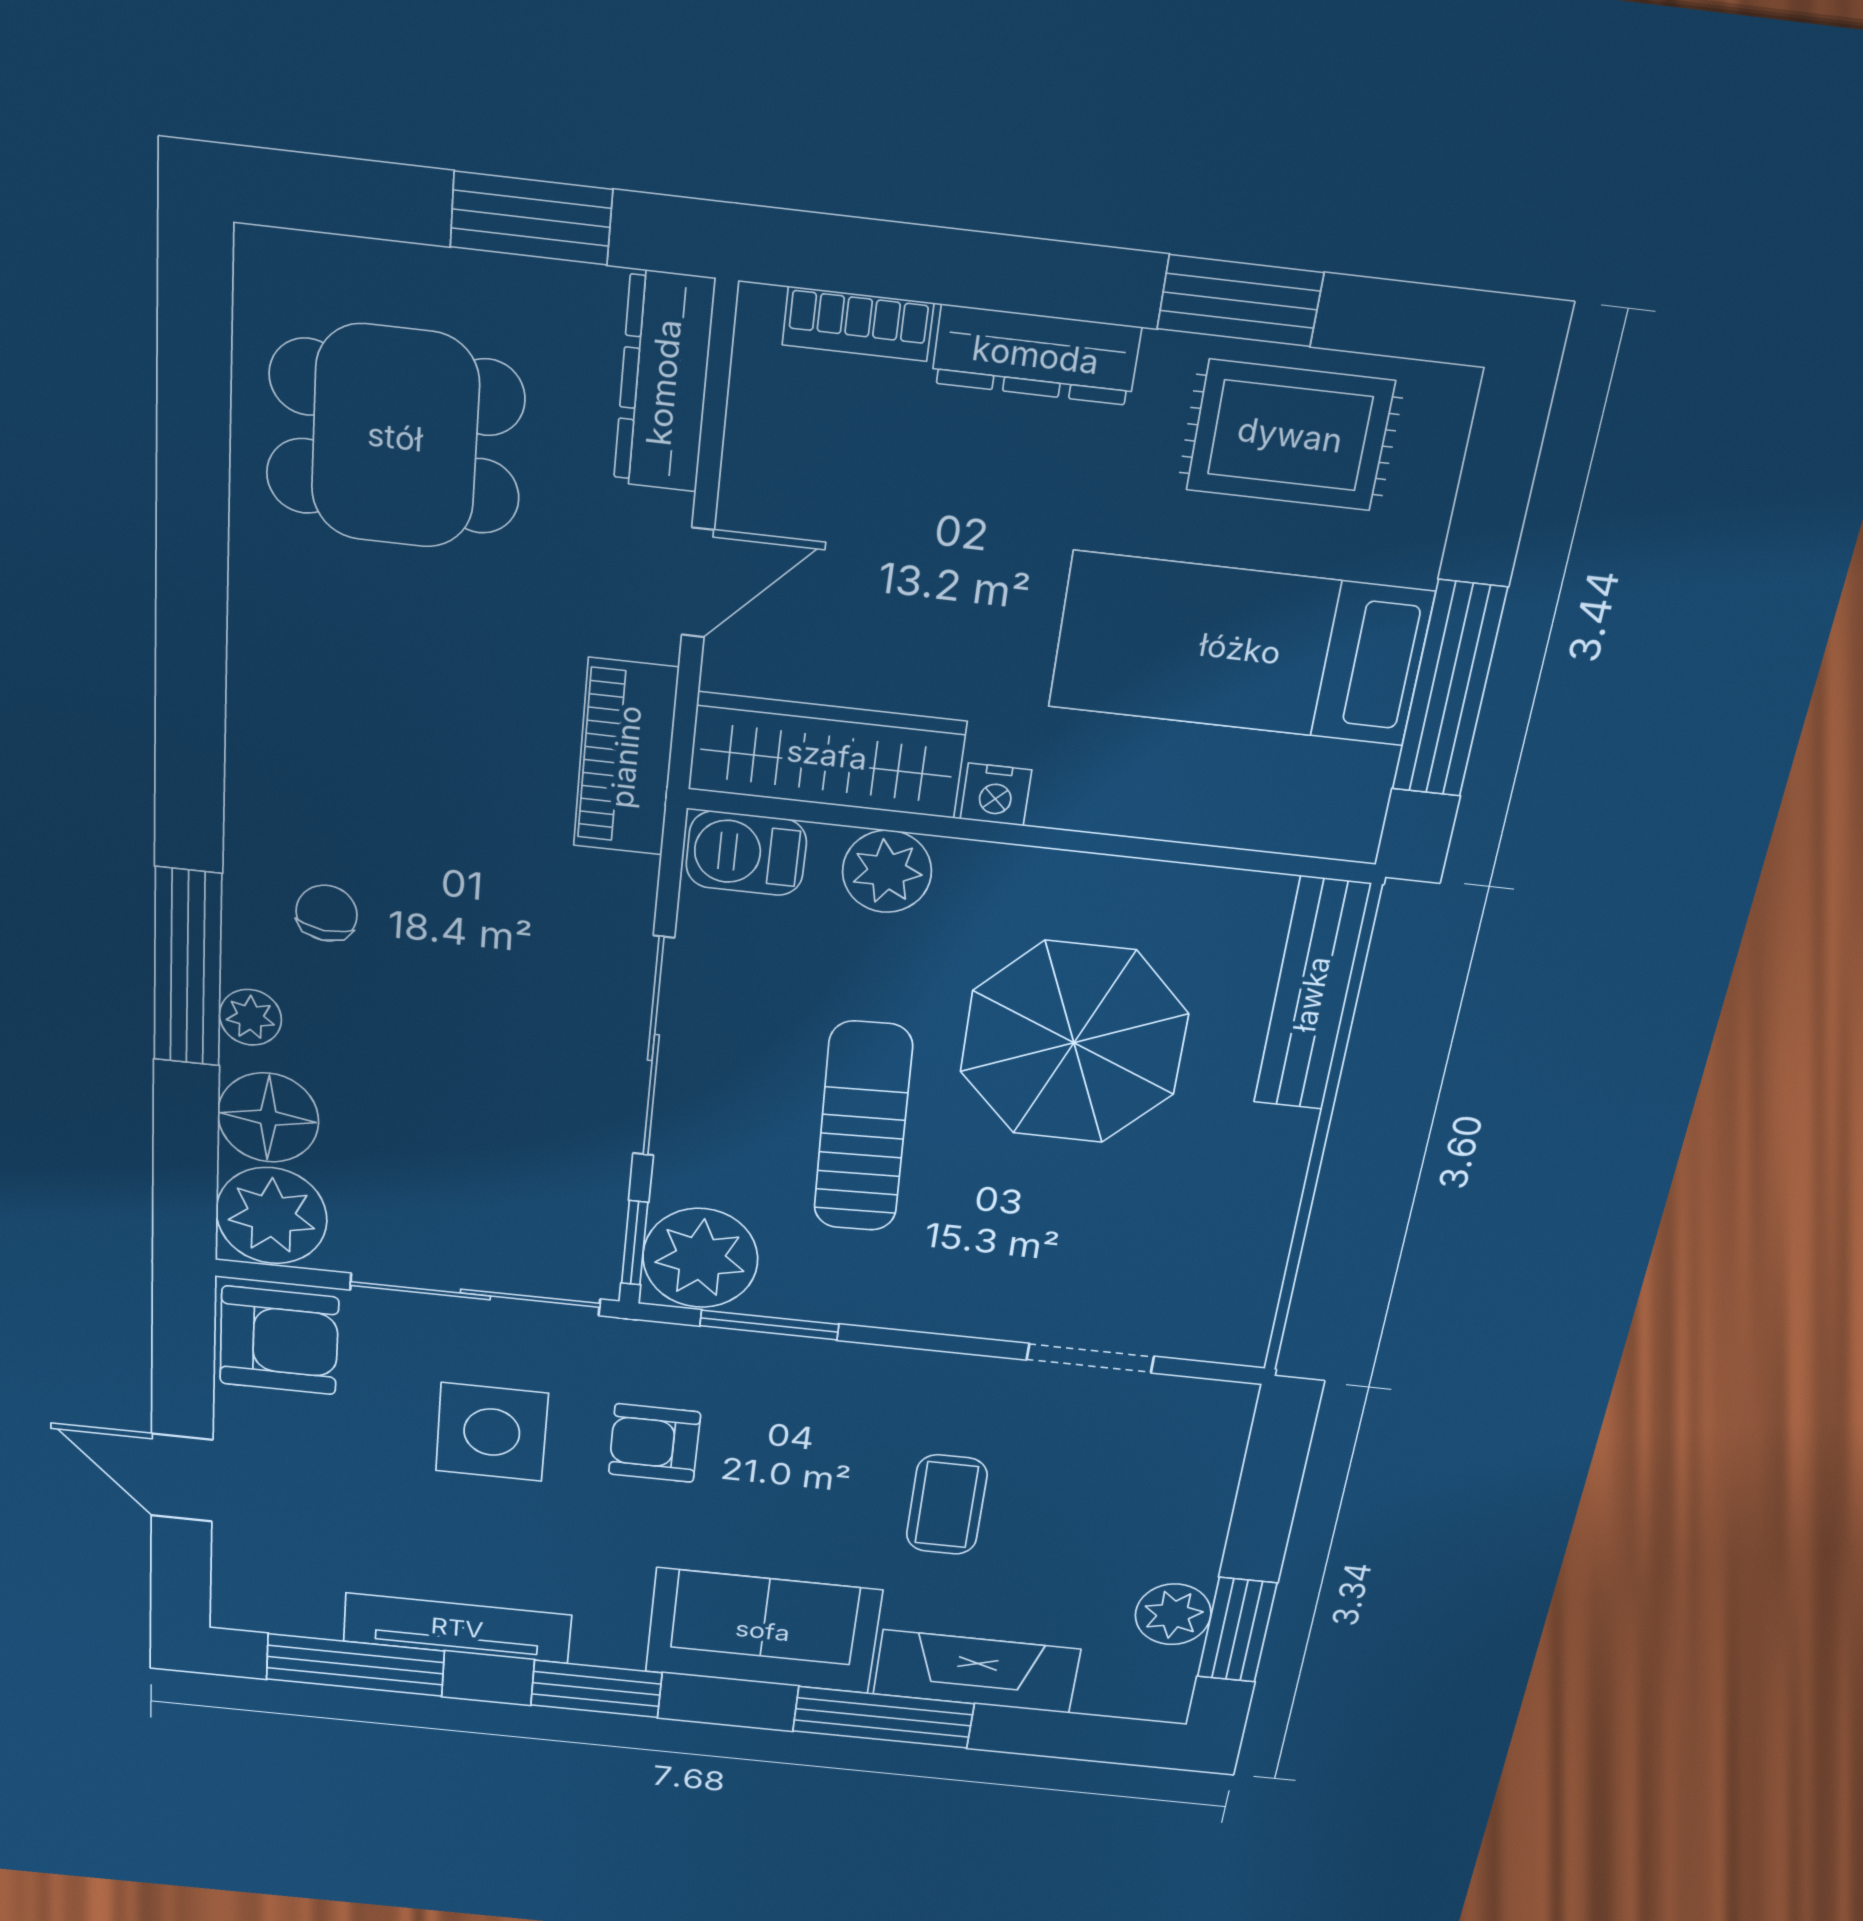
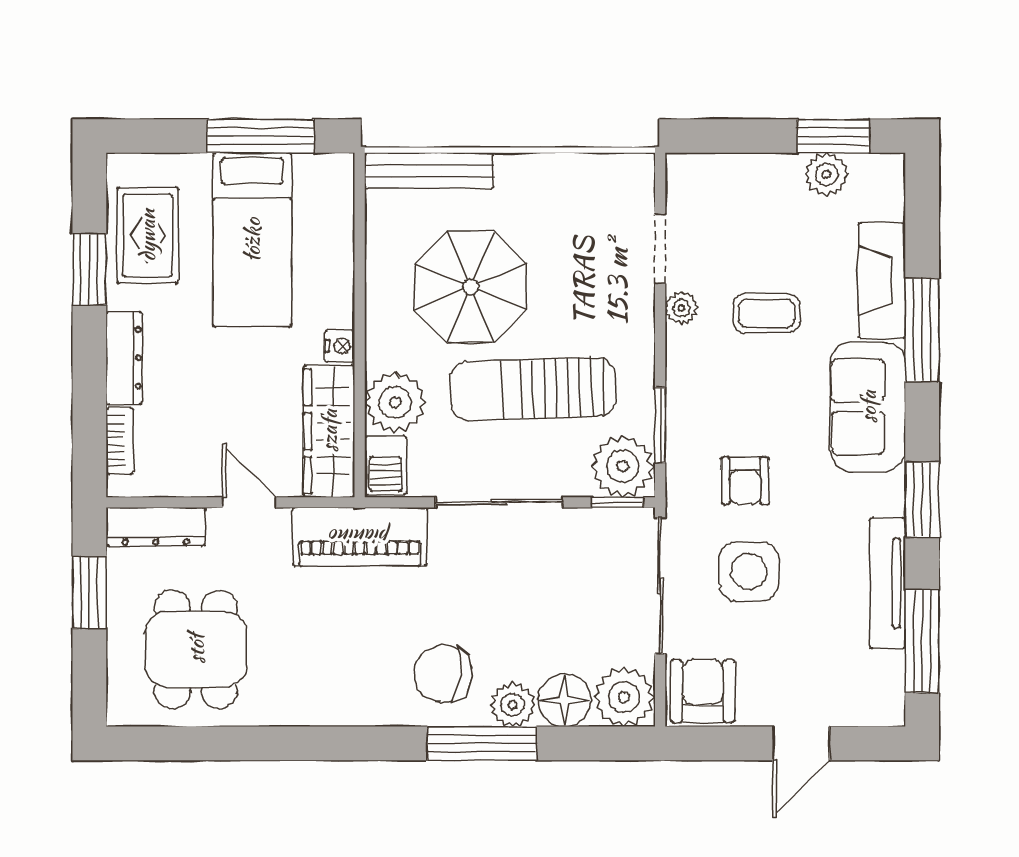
piano: (626, 757) -> (360, 537), width x1.37, depth x1.33
plant: (887, 871) -> (395, 402), width x1.36, depth x1.36
chair: (327, 913) -> (443, 673), width x1.87, depth x1.87
plant: (250, 1017) -> (513, 705), width x1.38, depth x1.38
sun lounger: (863, 1127) -> (533, 389), width x1.36, depth x1.34
plant: (977, 1379) -> (681, 308), added

